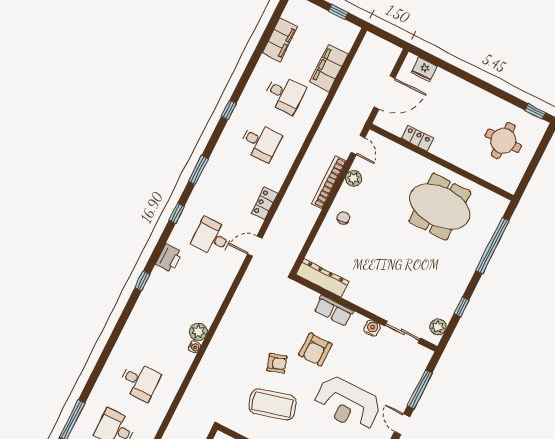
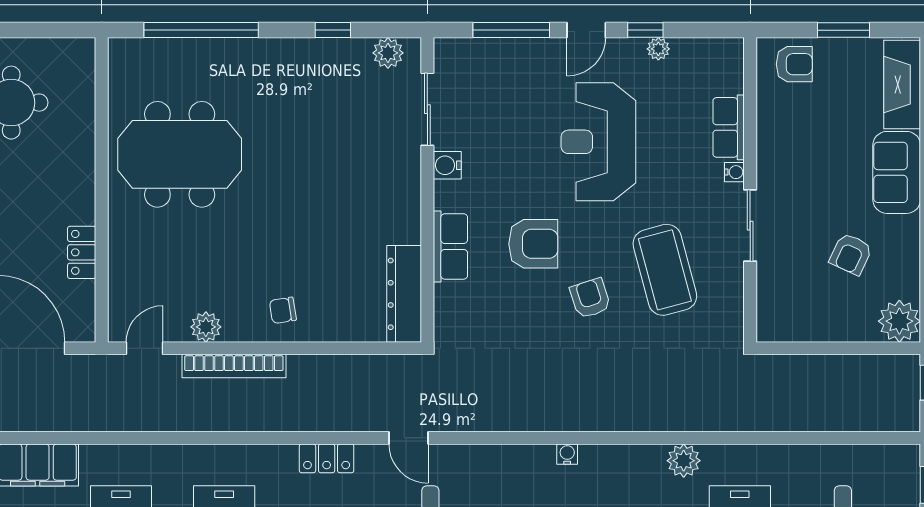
meeting table: (440, 207) -> (180, 154), turned 90
plant: (198, 332) -> (684, 461), moved
water cooler: (194, 347) -> (567, 454), moved
reception desk: (347, 404) -> (598, 142), turned 180

